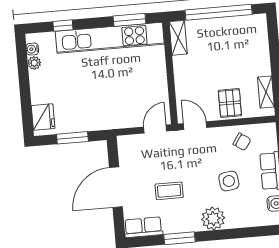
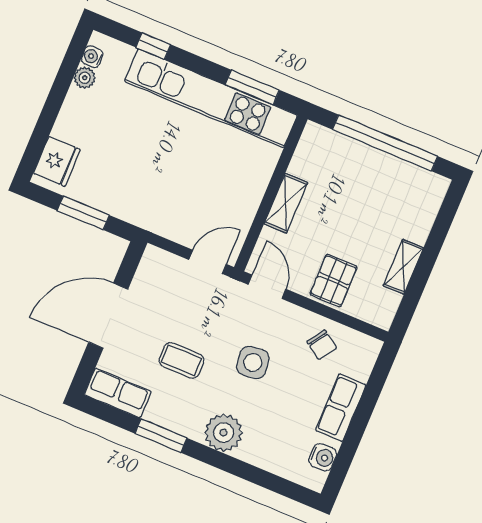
shelving: (178, 38) -> (286, 203), moved
shelving: (266, 92) -> (403, 267), moved
side table: (229, 181) -> (253, 362), moved

